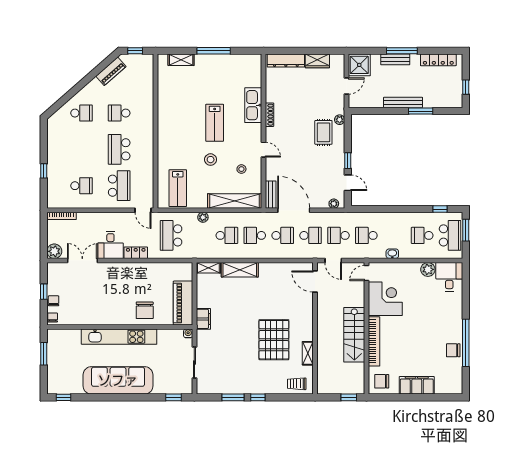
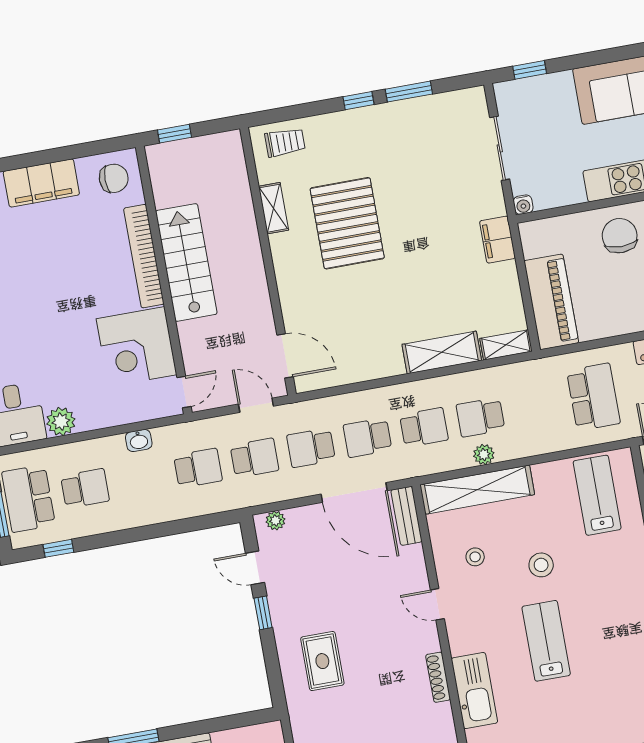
plant: (340, 120) -> (294, 693), removed
plant: (203, 217) -> (484, 455), moved
piano: (183, 303) -> (551, 302), moved

